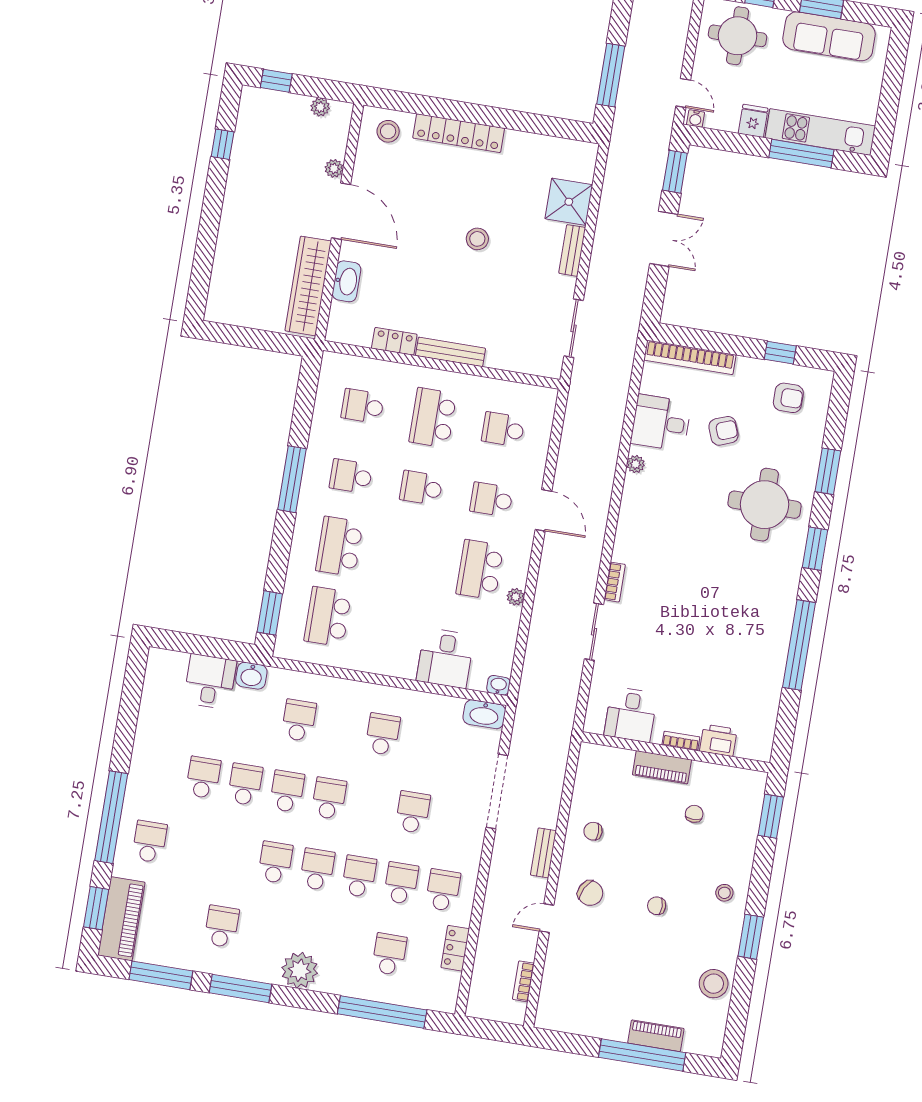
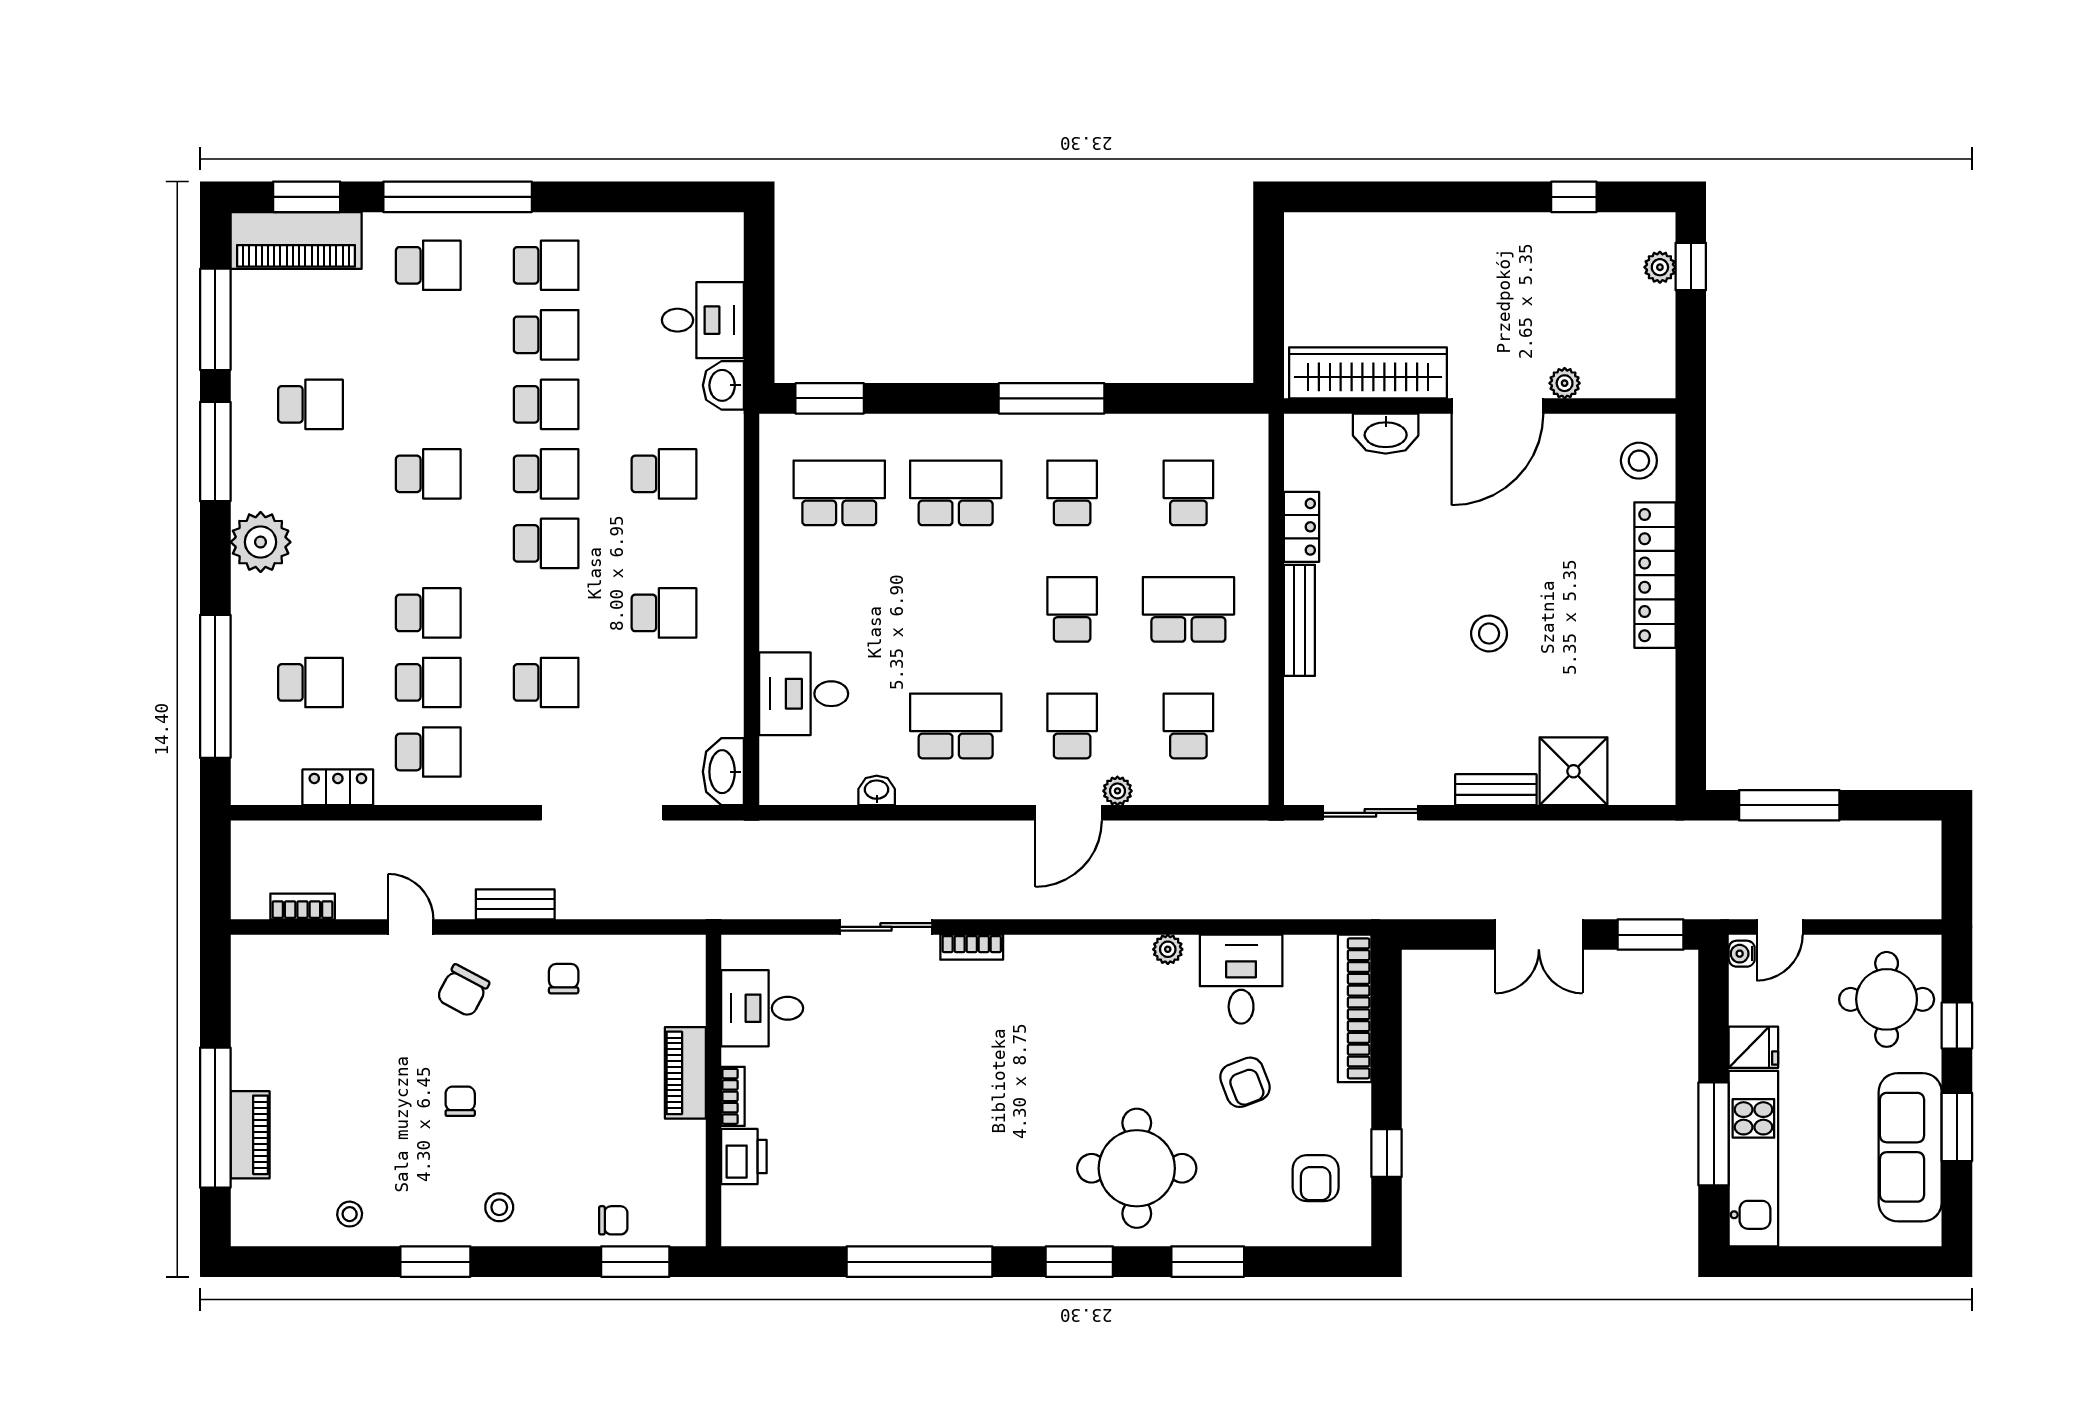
plant: (320, 107) -> (1660, 267), moved
plant: (516, 597) -> (1117, 791), moved
washbasin: (498, 685) -> (877, 790), moved, turned -90
chair: (694, 814) -> (613, 1220), moved
school desk: (317, 869) -> (546, 265), moved
stool: (714, 984) -> (350, 1214), width x0.53, depth x0.53

